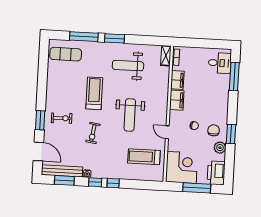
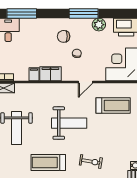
filing cabinet: (177, 80) -> (34, 74), width x0.50
chair: (214, 130) -> (64, 36), moved
window: (231, 134) -> (84, 13), width x1.44
treadmill: (144, 157) -> (113, 105), turned -90

